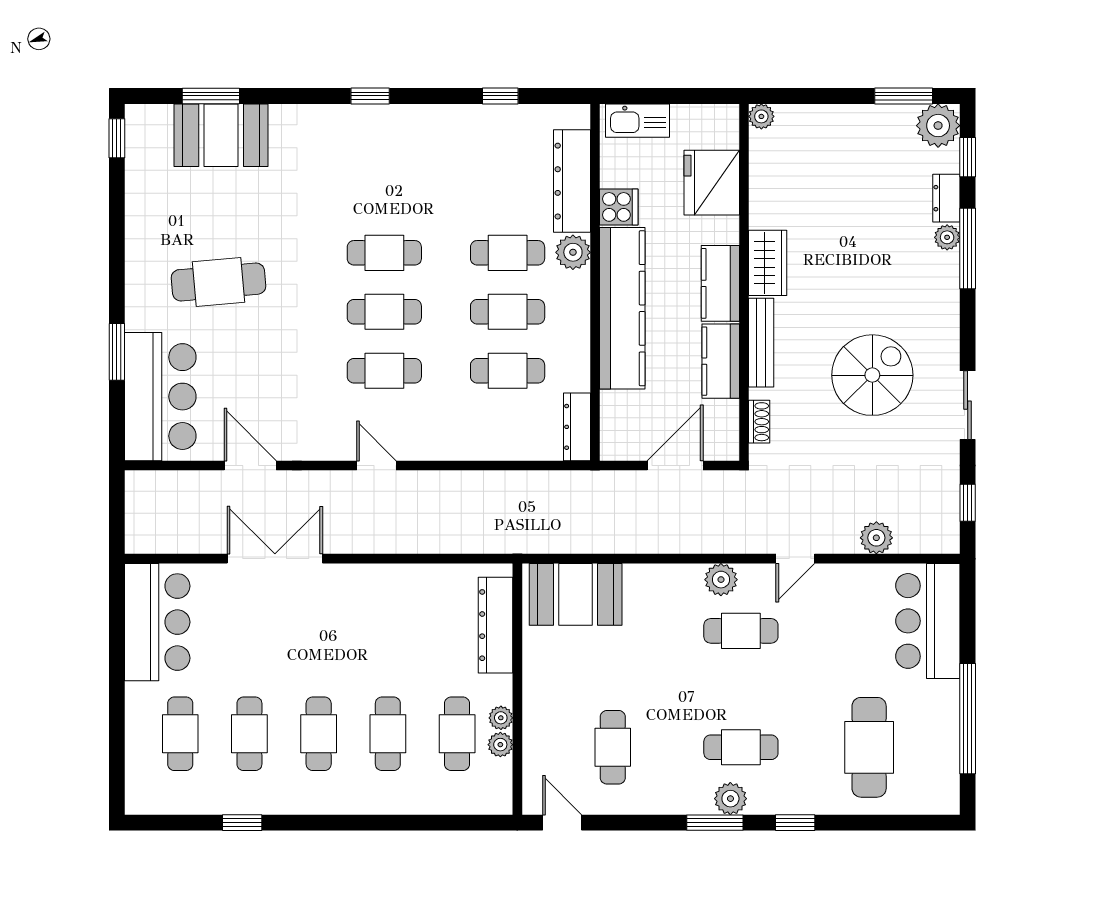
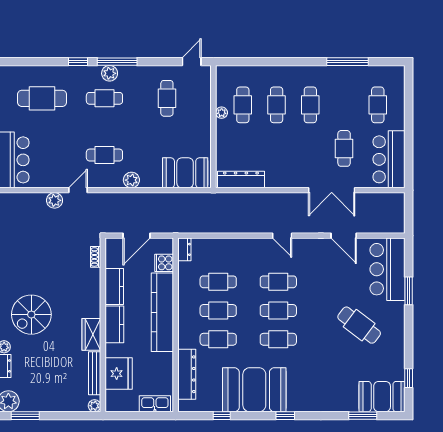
booth: (221, 135) -> (382, 397), moved
window: (117, 138) -> (409, 378), moved
booth: (433, 149) -> (254, 390), added
cooker: (619, 207) -> (164, 263), moved
plant: (573, 252) -> (186, 340), removed
cafe table: (218, 282) -> (359, 325), turned 42
bench: (761, 343) -> (95, 373), moved
spiral stairs: (872, 375) -> (31, 315), moved
dresser: (577, 427) -> (184, 249), width x0.70
plant: (876, 538) -> (55, 200), moved
plant: (721, 580) -> (131, 180), moved
dresser: (496, 625) -> (241, 180), moved, turned -90
cafe table: (249, 734) -> (344, 148), moved
plant: (500, 745) -> (222, 100), removed
cafe table: (869, 747) -> (42, 98), turned 90
window: (242, 823) -> (348, 62), width x2.17
door: (562, 823) -> (192, 62), swing flipped
window: (715, 823) -> (117, 62), width x1.44

